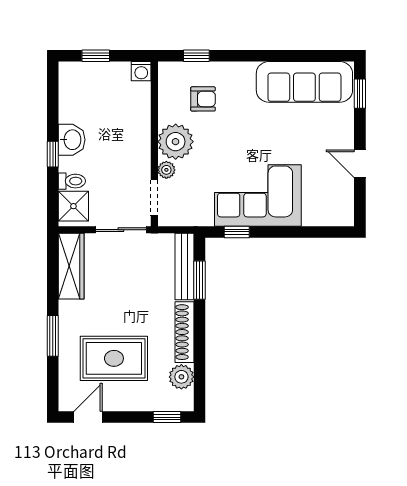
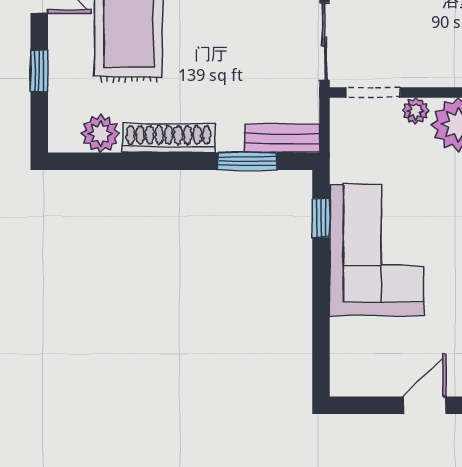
bench: (185, 266) -> (282, 138), width x0.73
window: (167, 417) -> (39, 71), moved

